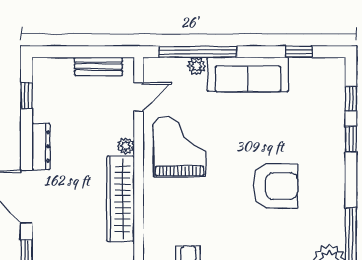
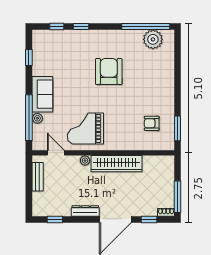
sofa: (248, 74) -> (42, 94), width x0.73

